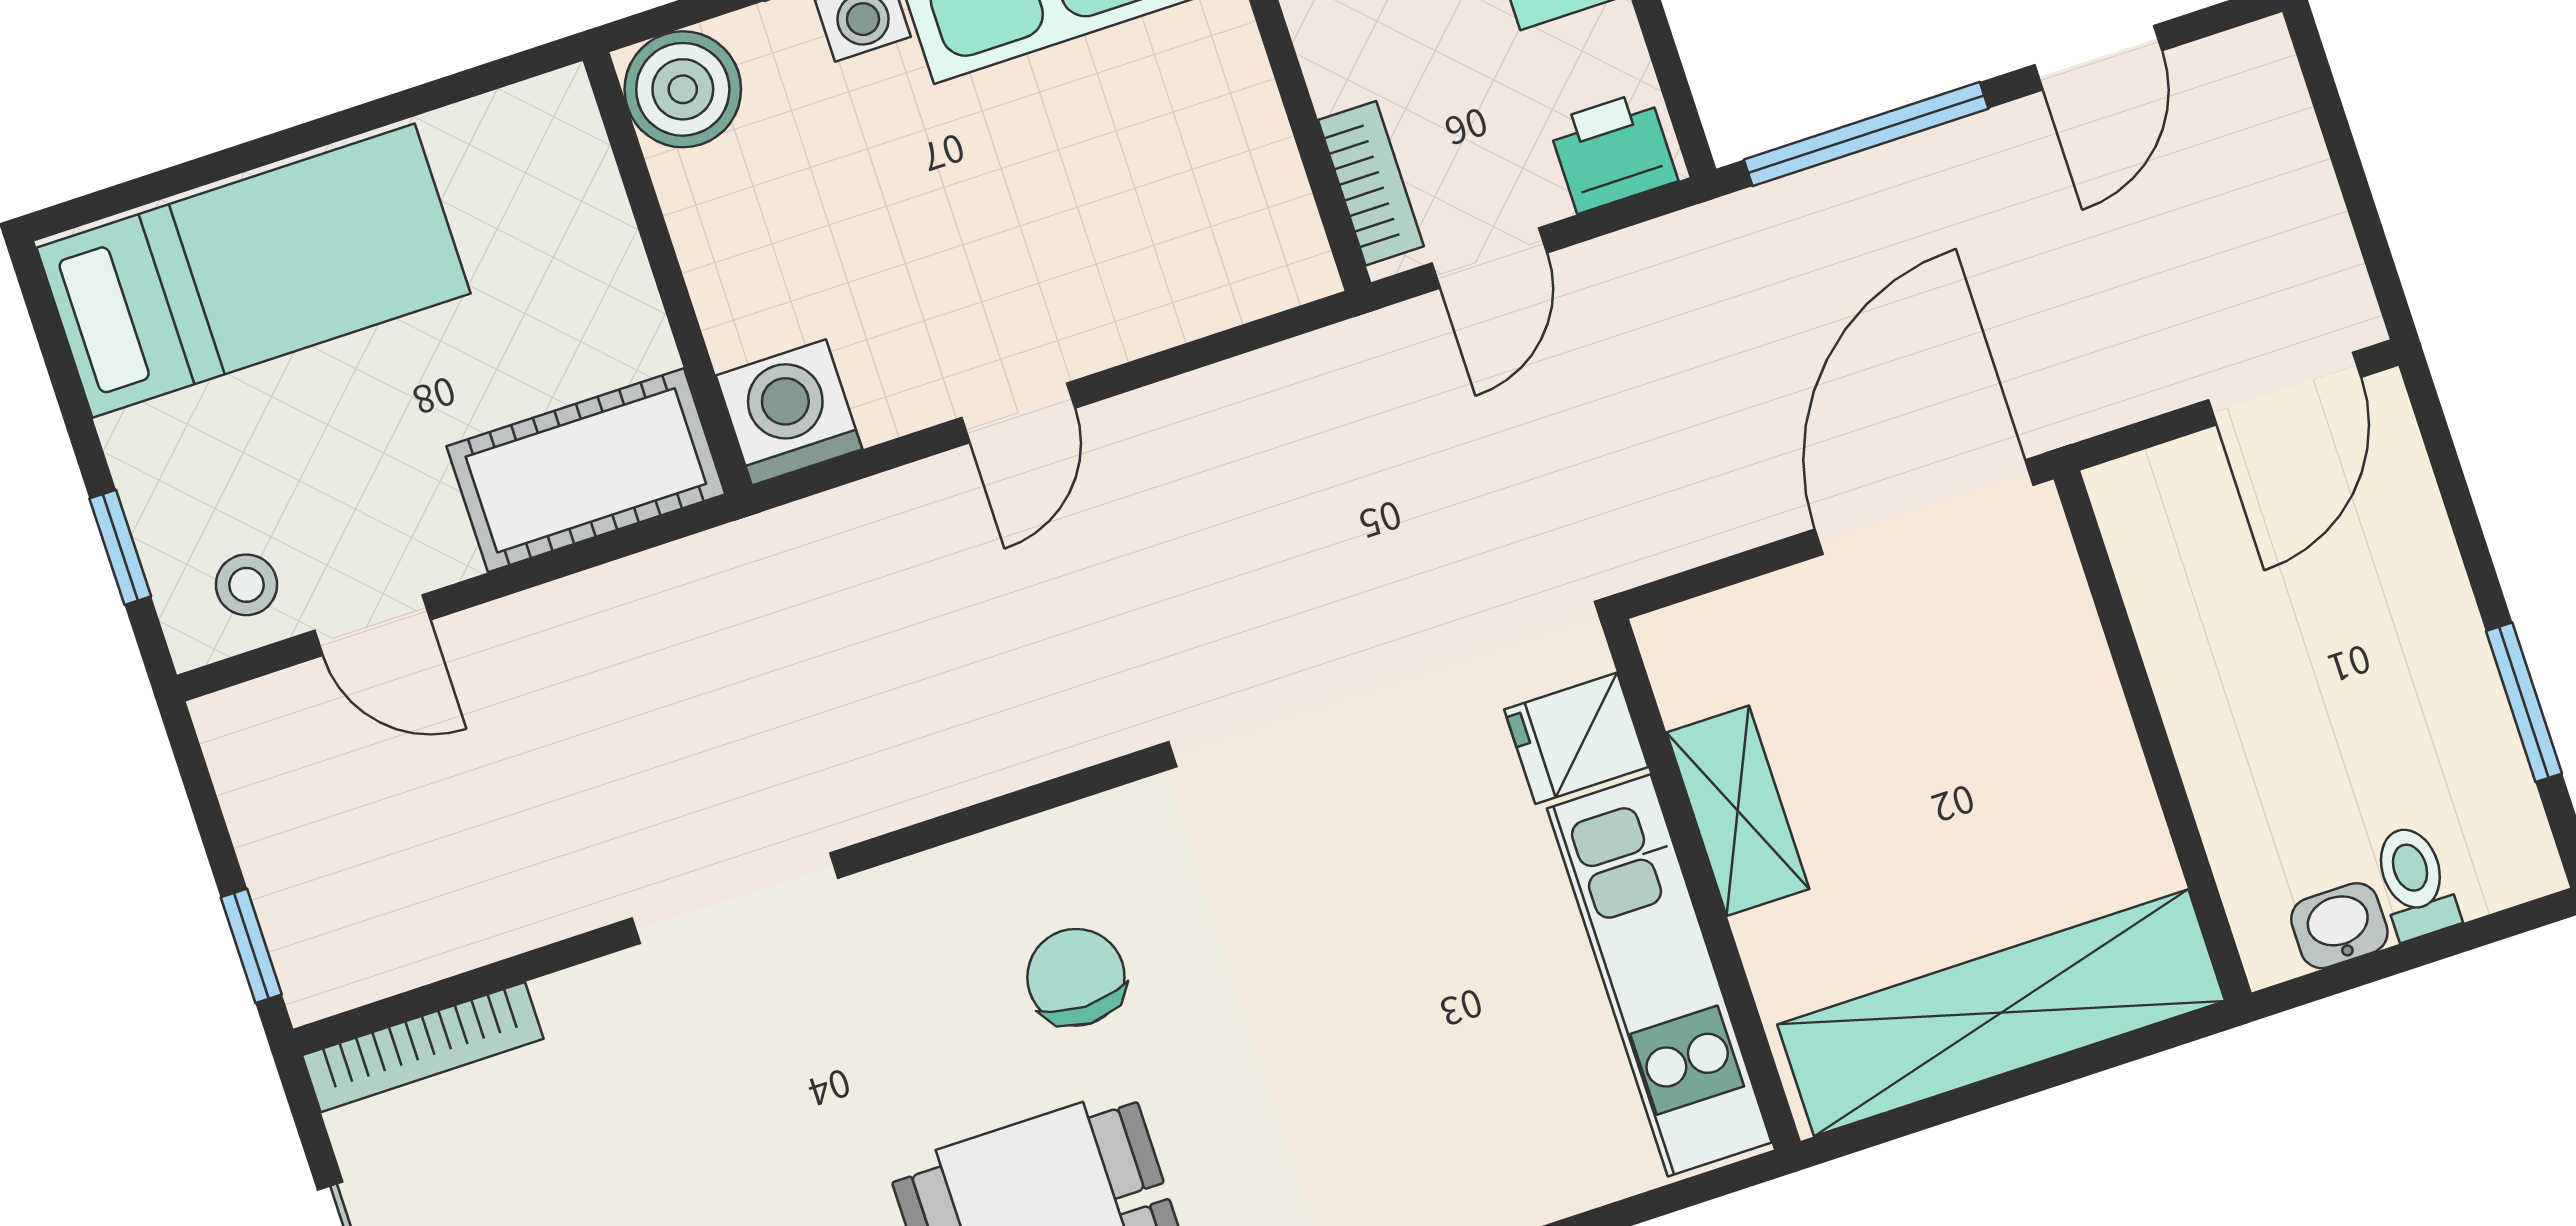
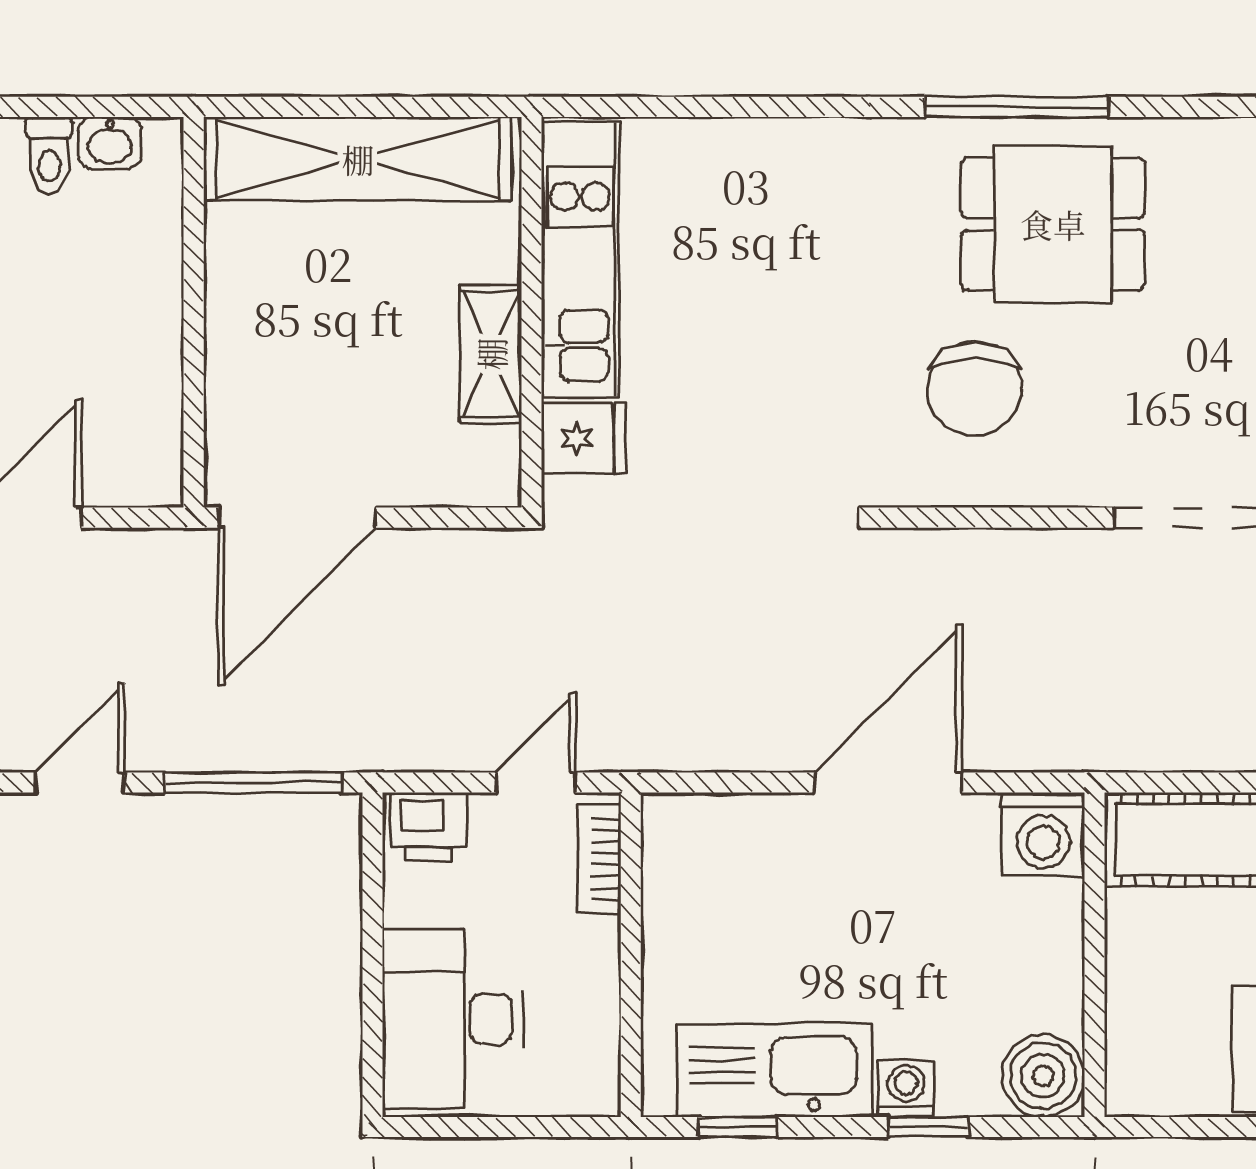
door: (1018, 413) -> (888, 783), width x1.87
chair: (1076, 977) -> (975, 388), width x1.37, depth x1.37

